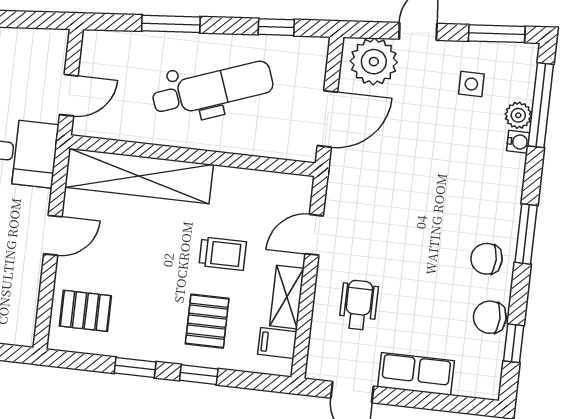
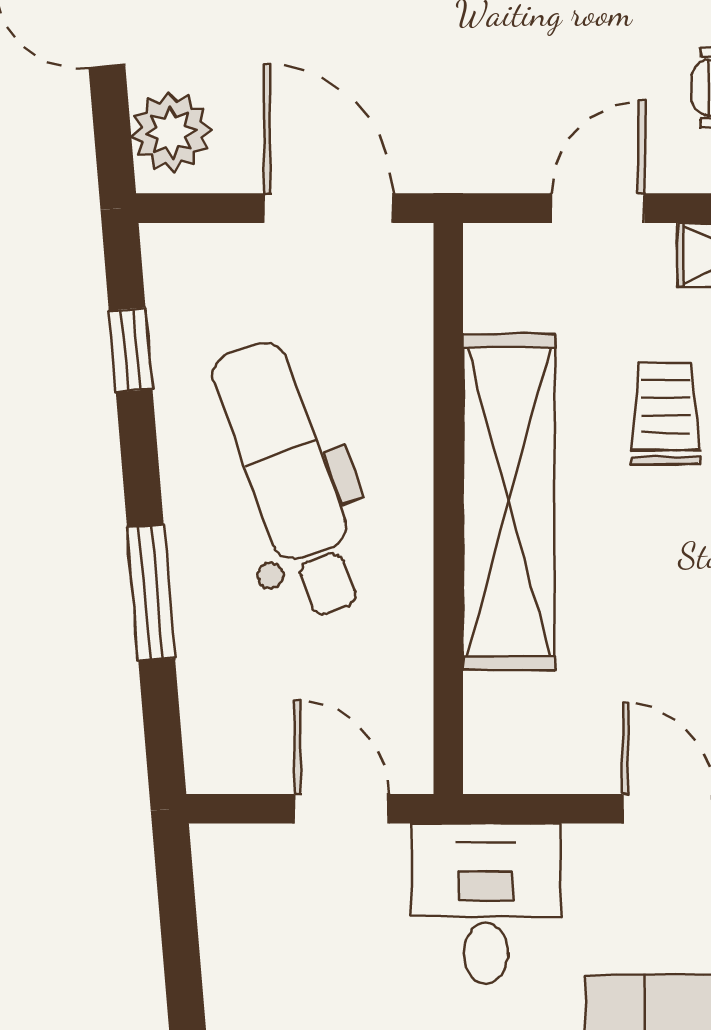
plant: (374, 62) -> (171, 132), width x0.73, depth x0.73
shelving: (139, 176) -> (509, 502), moved
door: (314, 235) -> (598, 208), swing flipped

